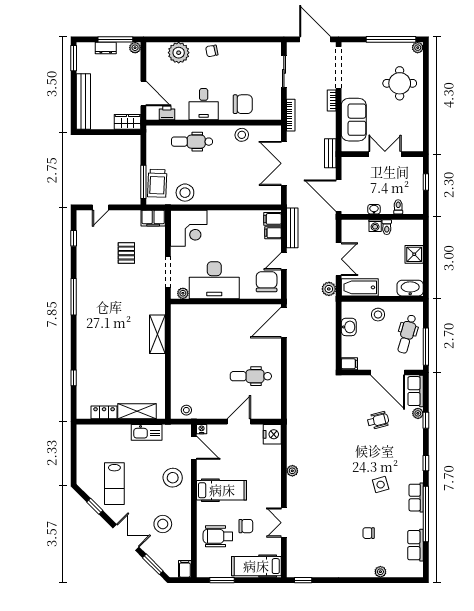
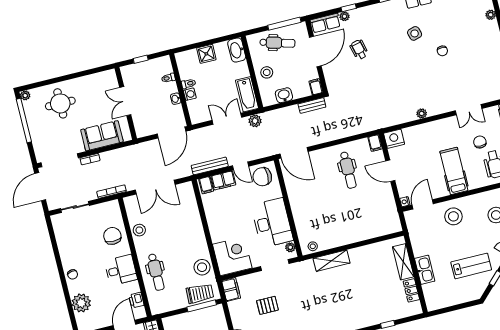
bench: (330, 153) -> (312, 105), moved
filing cabinet: (273, 233) -> (223, 180), width x2.00
stool: (186, 410) -> (313, 246), moved
filing cabinet: (273, 413) -> (375, 143), added
kitchen sink: (147, 432) -> (425, 270), moved
chair: (369, 533) -> (442, 51), moved

